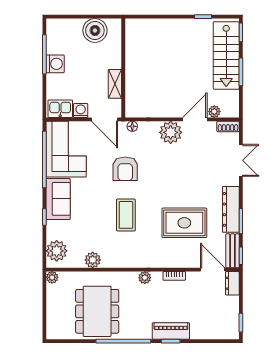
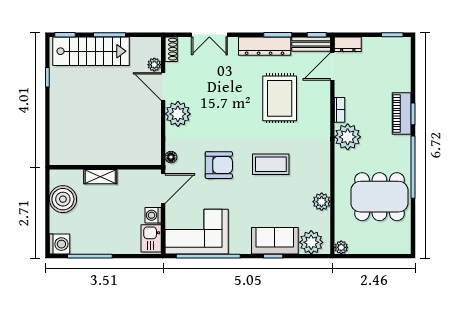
washing machine: (55, 64) -> (59, 244), moved, turned 90
shelving: (115, 84) -> (100, 177), moved
double door: (241, 160) -> (209, 35), swing flipped
sofa: (58, 199) -> (275, 241), moved
plant: (145, 278) -> (348, 137), width x1.88, depth x1.88

